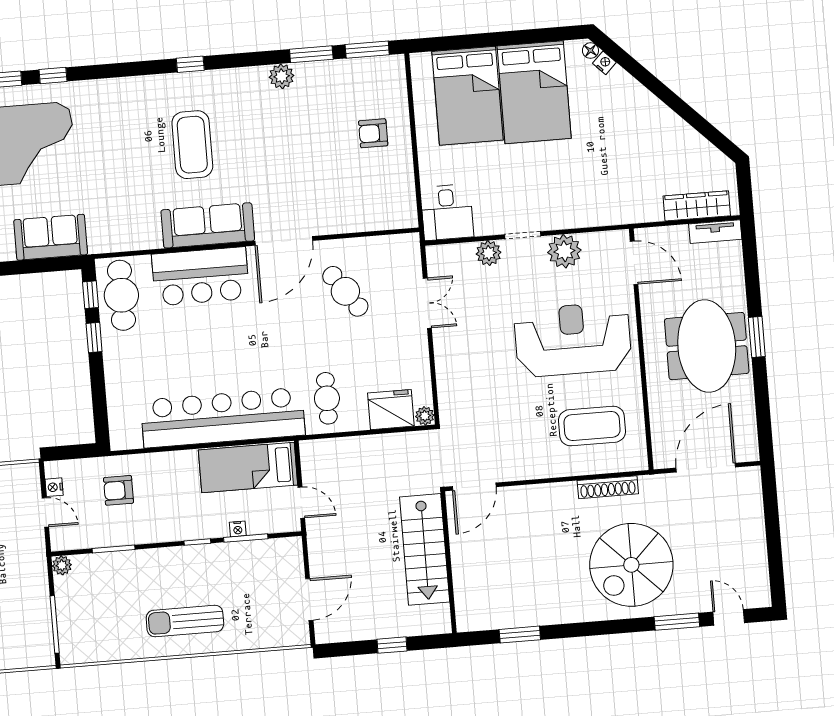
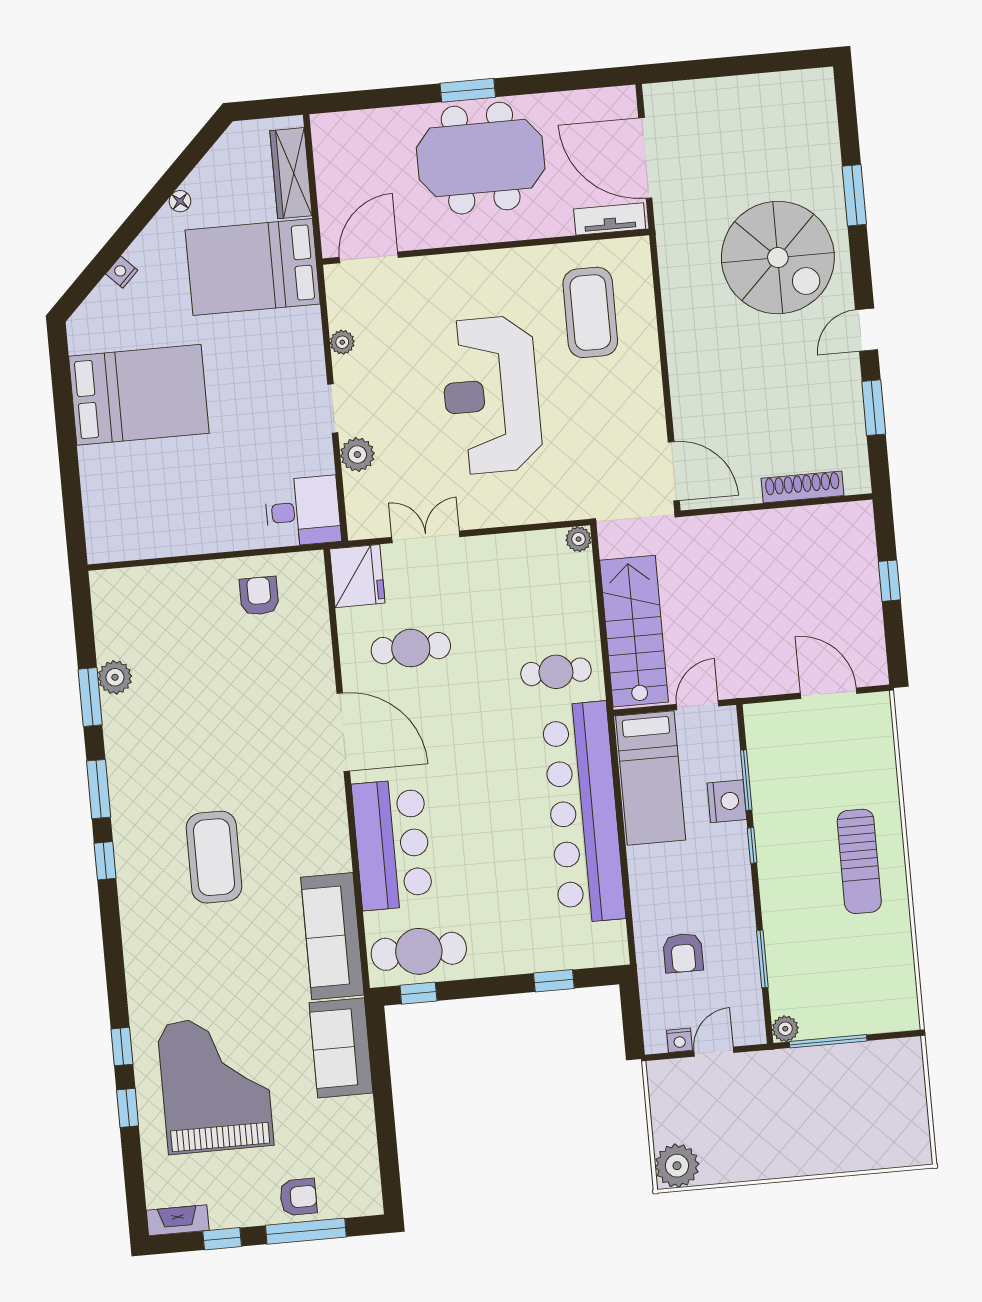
window: (367, 50) -> (99, 789), moved
floor lamp: (590, 51) -> (180, 201), moved
nightstand: (604, 63) -> (122, 272), moved
plant: (282, 76) -> (115, 677), moved
bed: (467, 96) -> (253, 267), moved, turned 180
armchair: (373, 133) -> (259, 596), moved, turned 180
coffee table: (192, 145) -> (214, 857), turned 90
sofa: (208, 225) -> (332, 936), moved
tv unit: (715, 232) -> (610, 219), moved, turned -90
plant: (564, 251) -> (342, 342), width x0.53, depth x0.53
cafe table: (345, 291) -> (411, 648), turned 35
window: (94, 338) -> (554, 981), moved
reception desk: (573, 339) -> (491, 395), moved
fridge: (391, 410) -> (357, 576), moved, turned 180
shoe rack: (608, 487) -> (802, 487), moved, turned -90
nightstand: (238, 529) -> (727, 801), width x1.89, depth x1.79
stairs: (425, 549) -> (634, 631), moved, turned -90
door: (729, 617) -> (867, 330), moved
window: (55, 624) -> (828, 1041), moved

